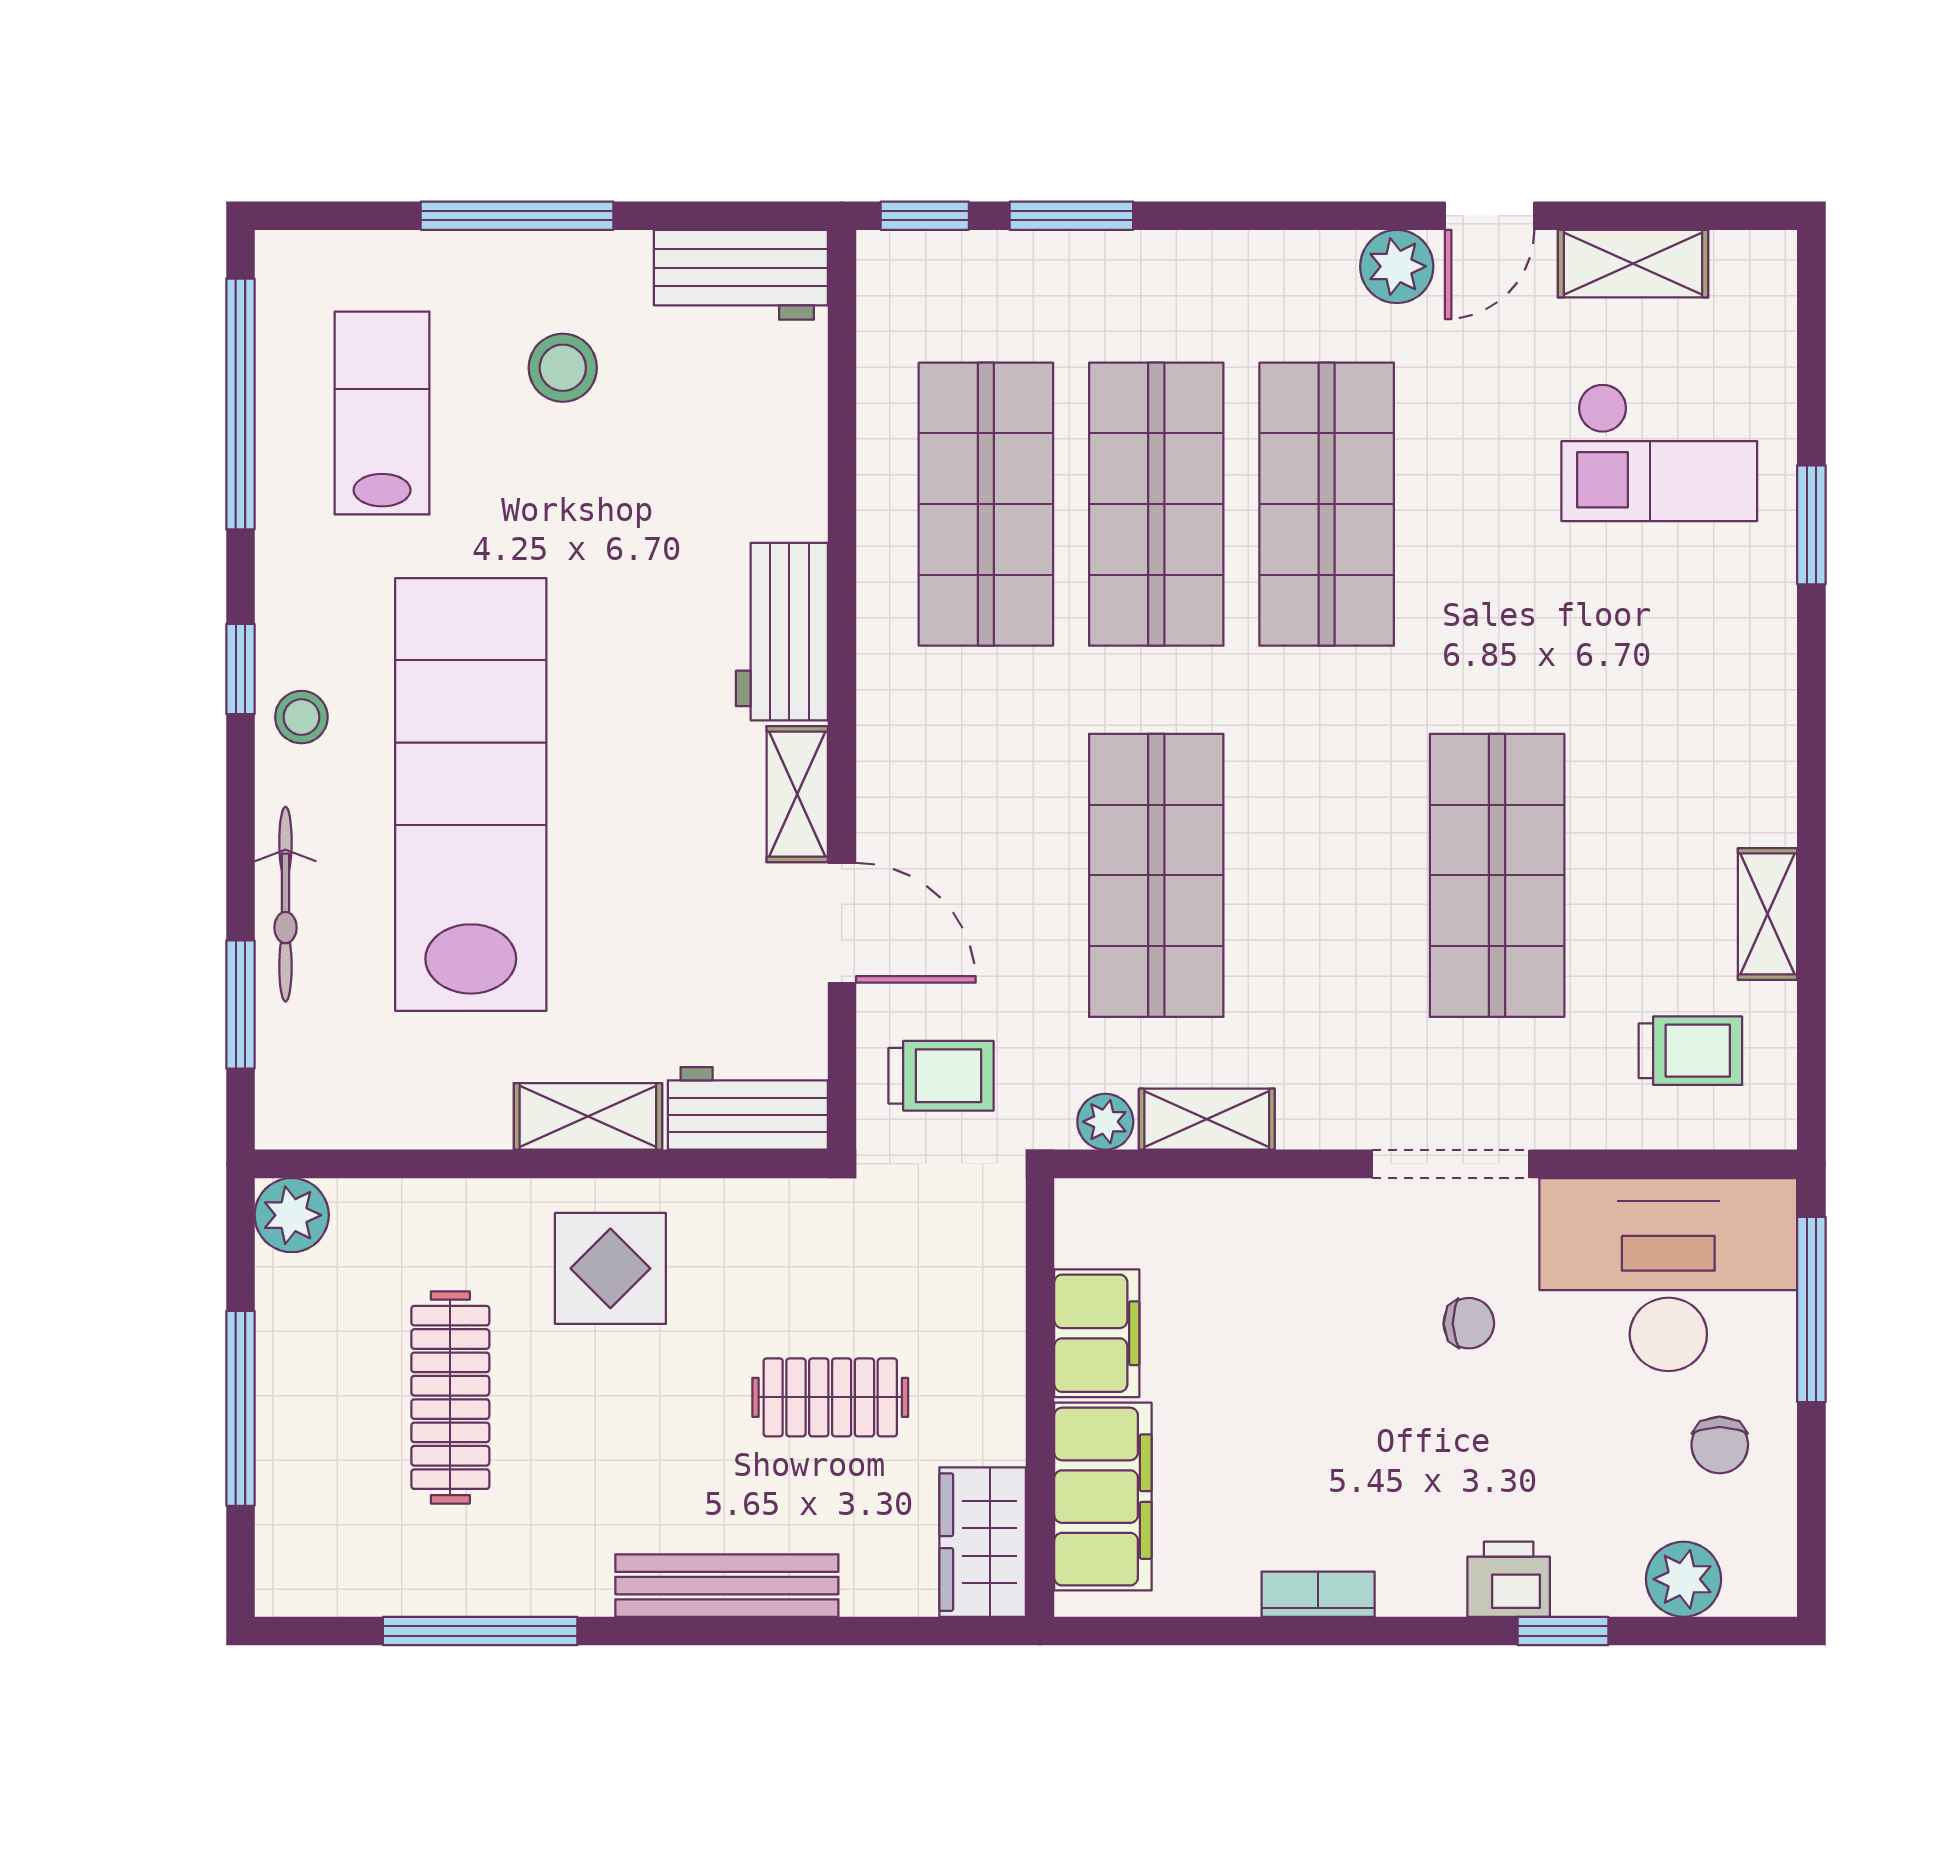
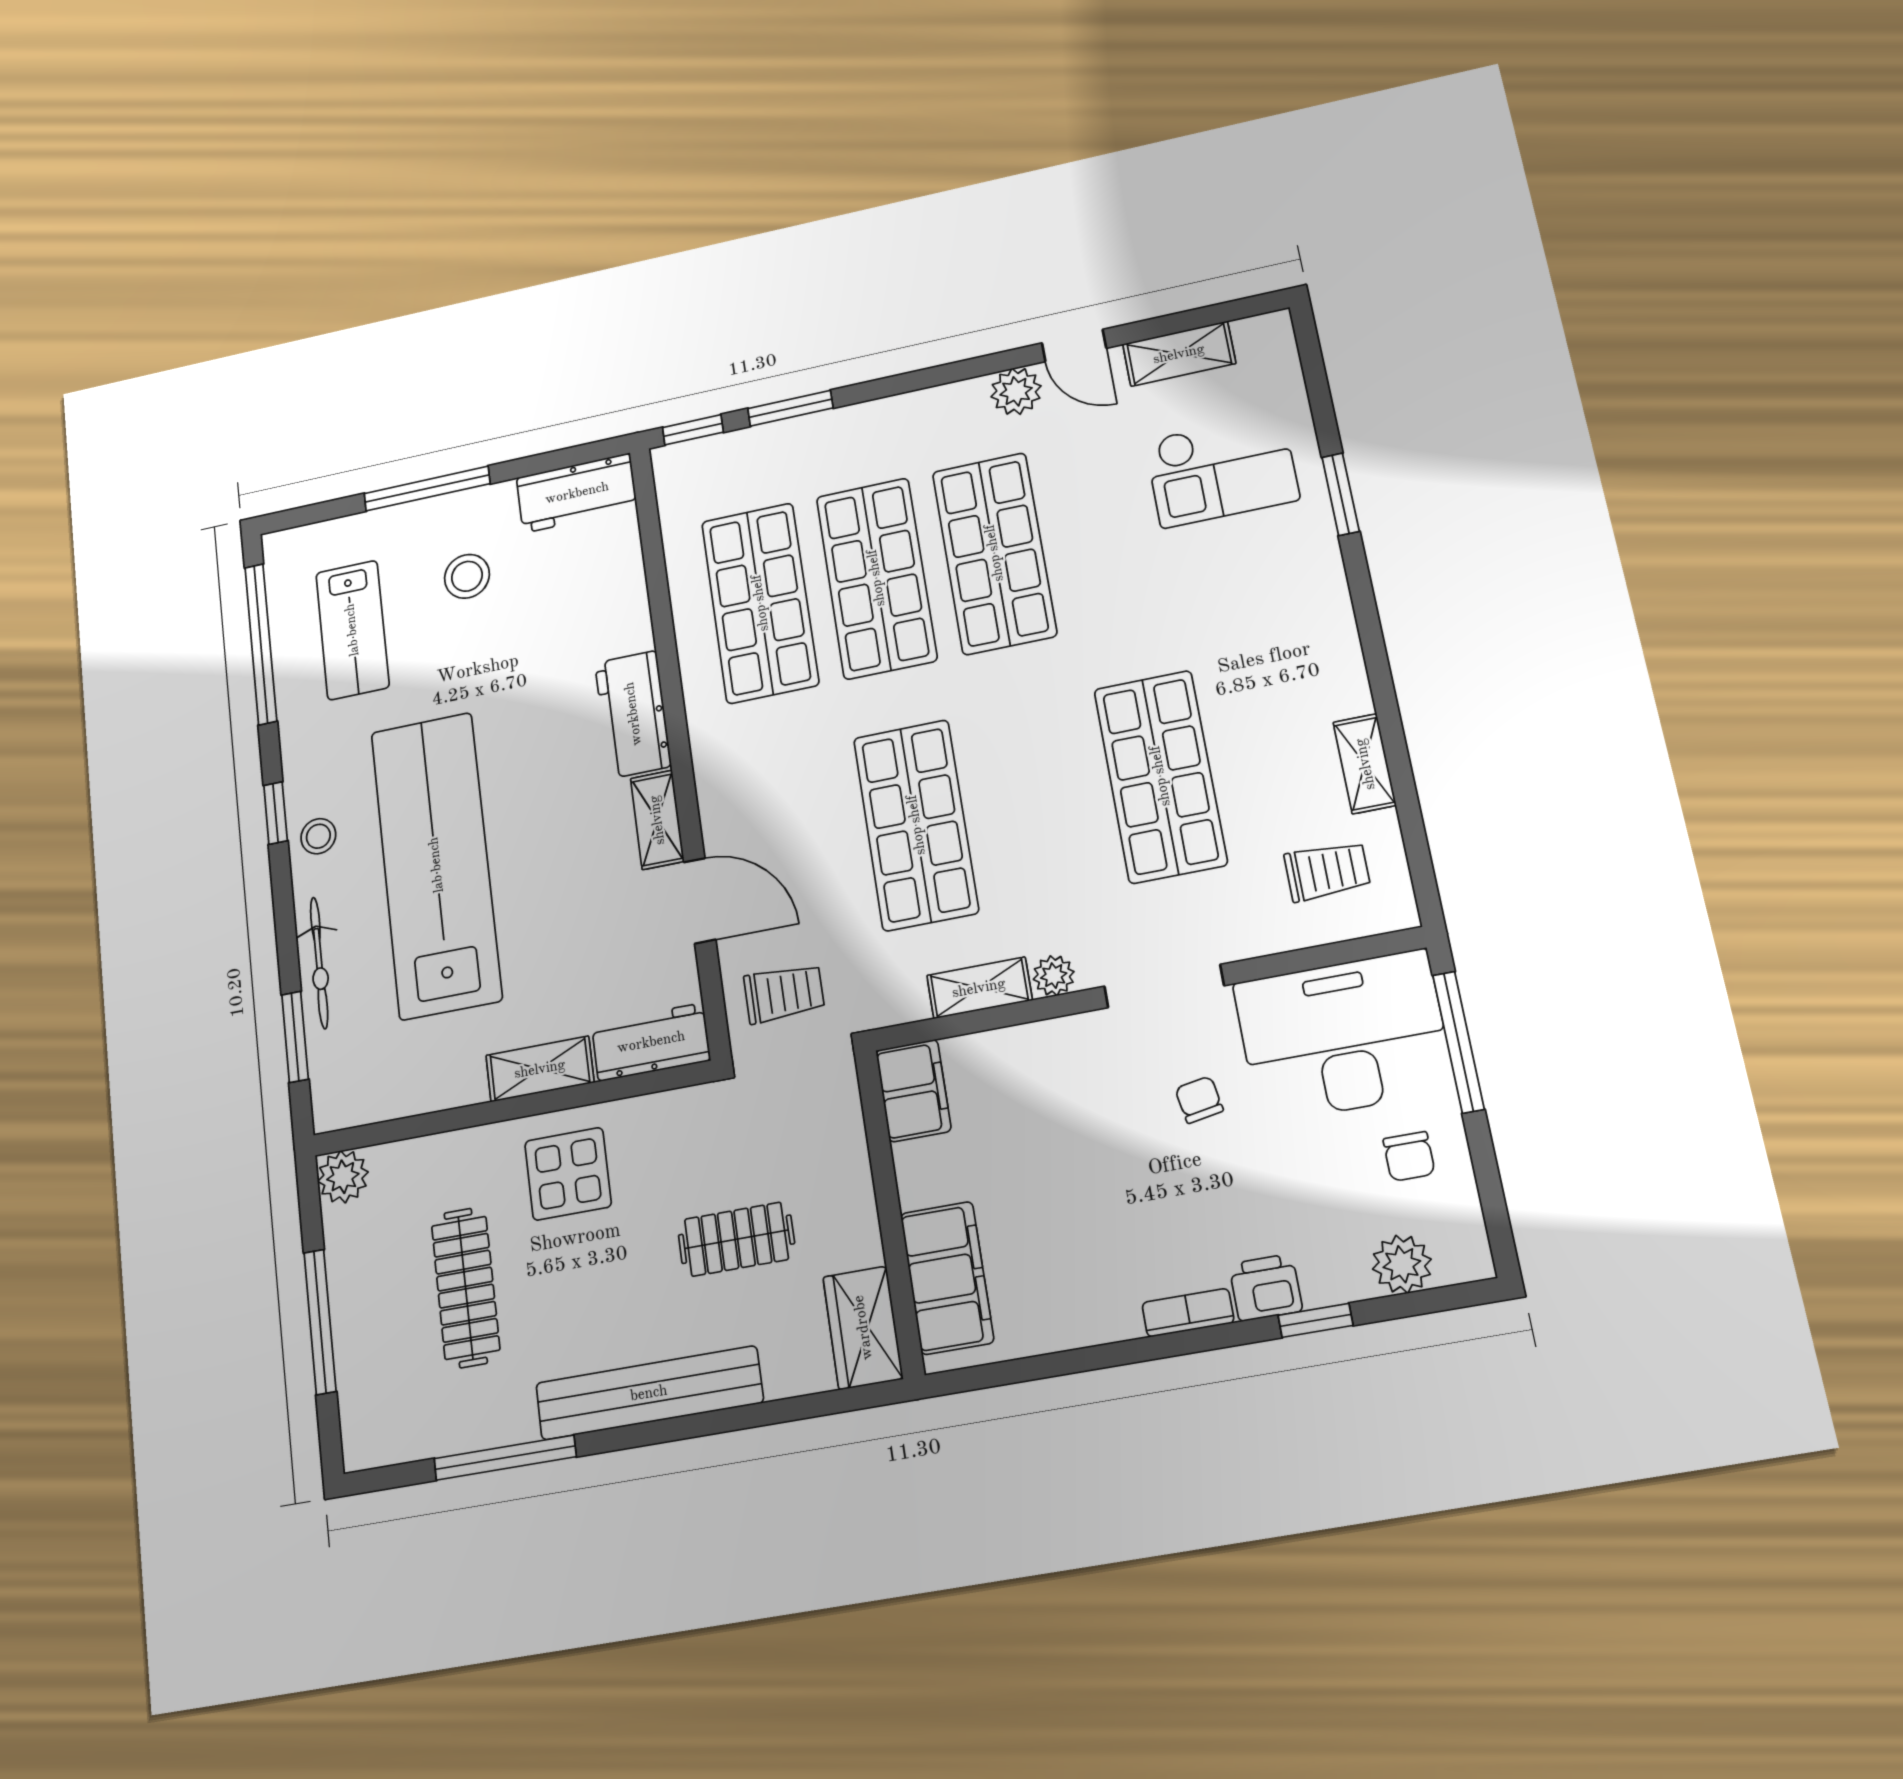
door: (1490, 216) -> (1074, 346), hinge flipped
lab bench: (382, 413) -> (352, 630), turned 180
plant: (1105, 1122) -> (1054, 976), moved
chair: (1469, 1323) -> (1199, 1100), turned -99
filing cabinet: (1097, 1333) -> (913, 1091), moved
bench: (727, 1586) -> (649, 1393), width x1.37, depth x1.21
bookcase: (1318, 1594) -> (1188, 1313), moved

